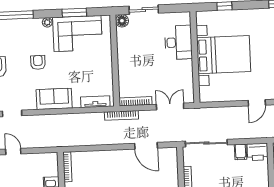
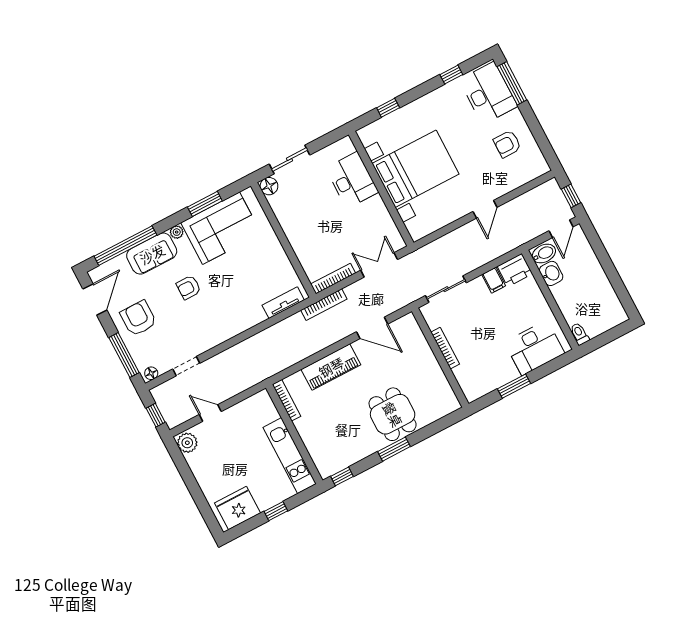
armchair: (38, 62) -> (189, 287), turned -90
sofa: (54, 99) -> (152, 254), moved, turned 180
sliding door: (206, 143) -> (446, 289), width x0.73
piano: (107, 159) -> (331, 367), added

